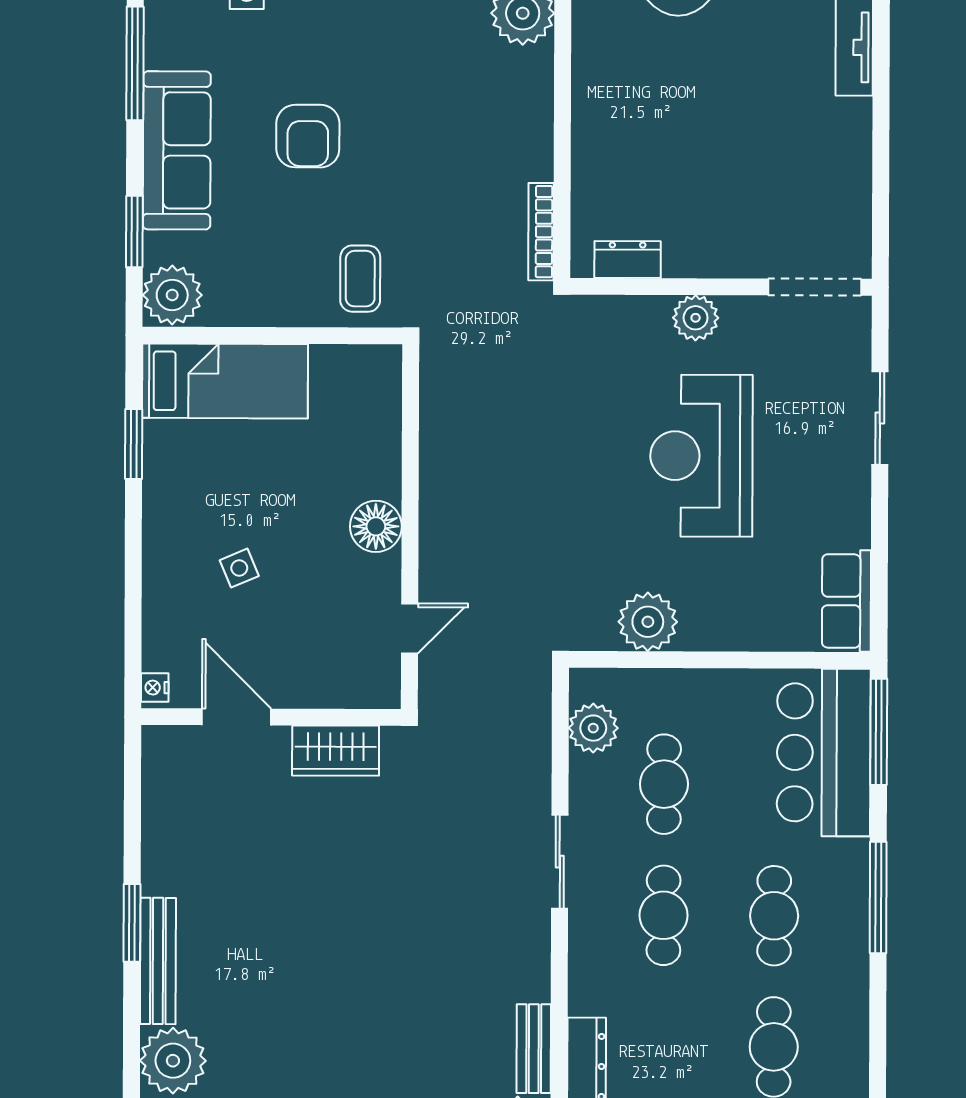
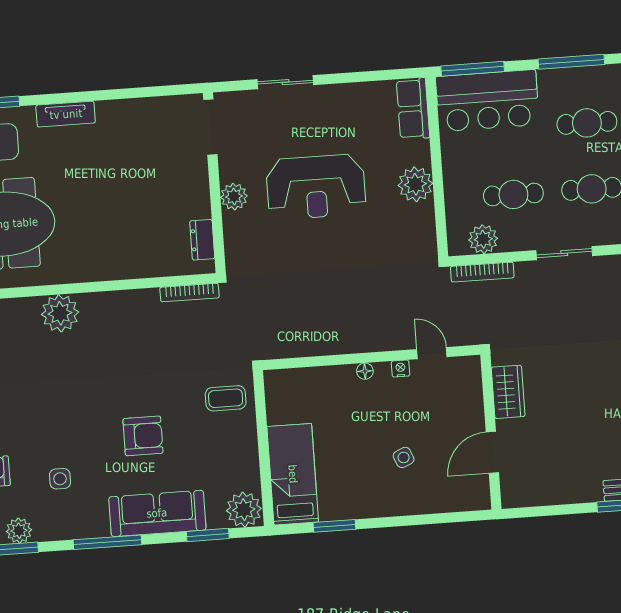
floor lamp: (376, 526) -> (365, 371), width x0.53, depth x0.53
row of seats: (846, 601) -> (413, 109), moved, turned 90
plant: (648, 622) -> (415, 184), moved
nightstand: (155, 688) -> (400, 369), moved, turned 180
bookcase: (538, 722) -> (482, 272), added

